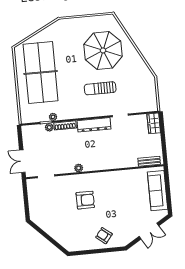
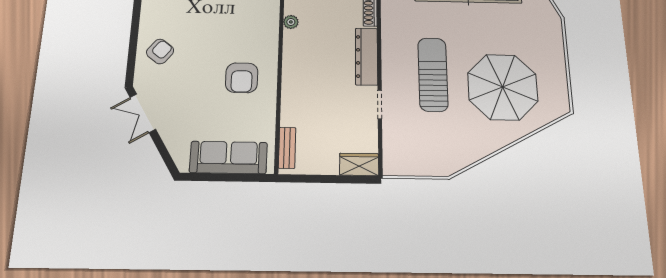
sun lounger: (100, 88) -> (433, 74), width x1.36, depth x1.34
armchair: (85, 200) -> (242, 78), moved
double door: (149, 231) -> (143, 113), moved

